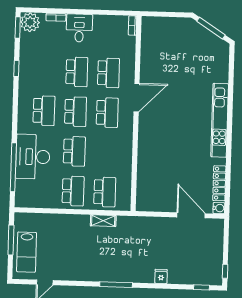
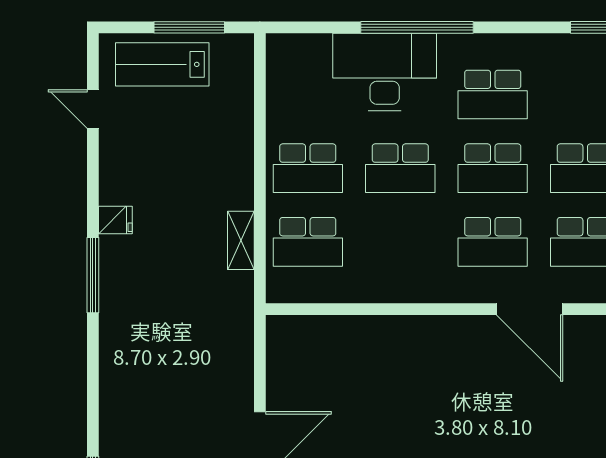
window: (13, 167) -> (417, 27), moved
fridge: (161, 276) -> (115, 220), moved

